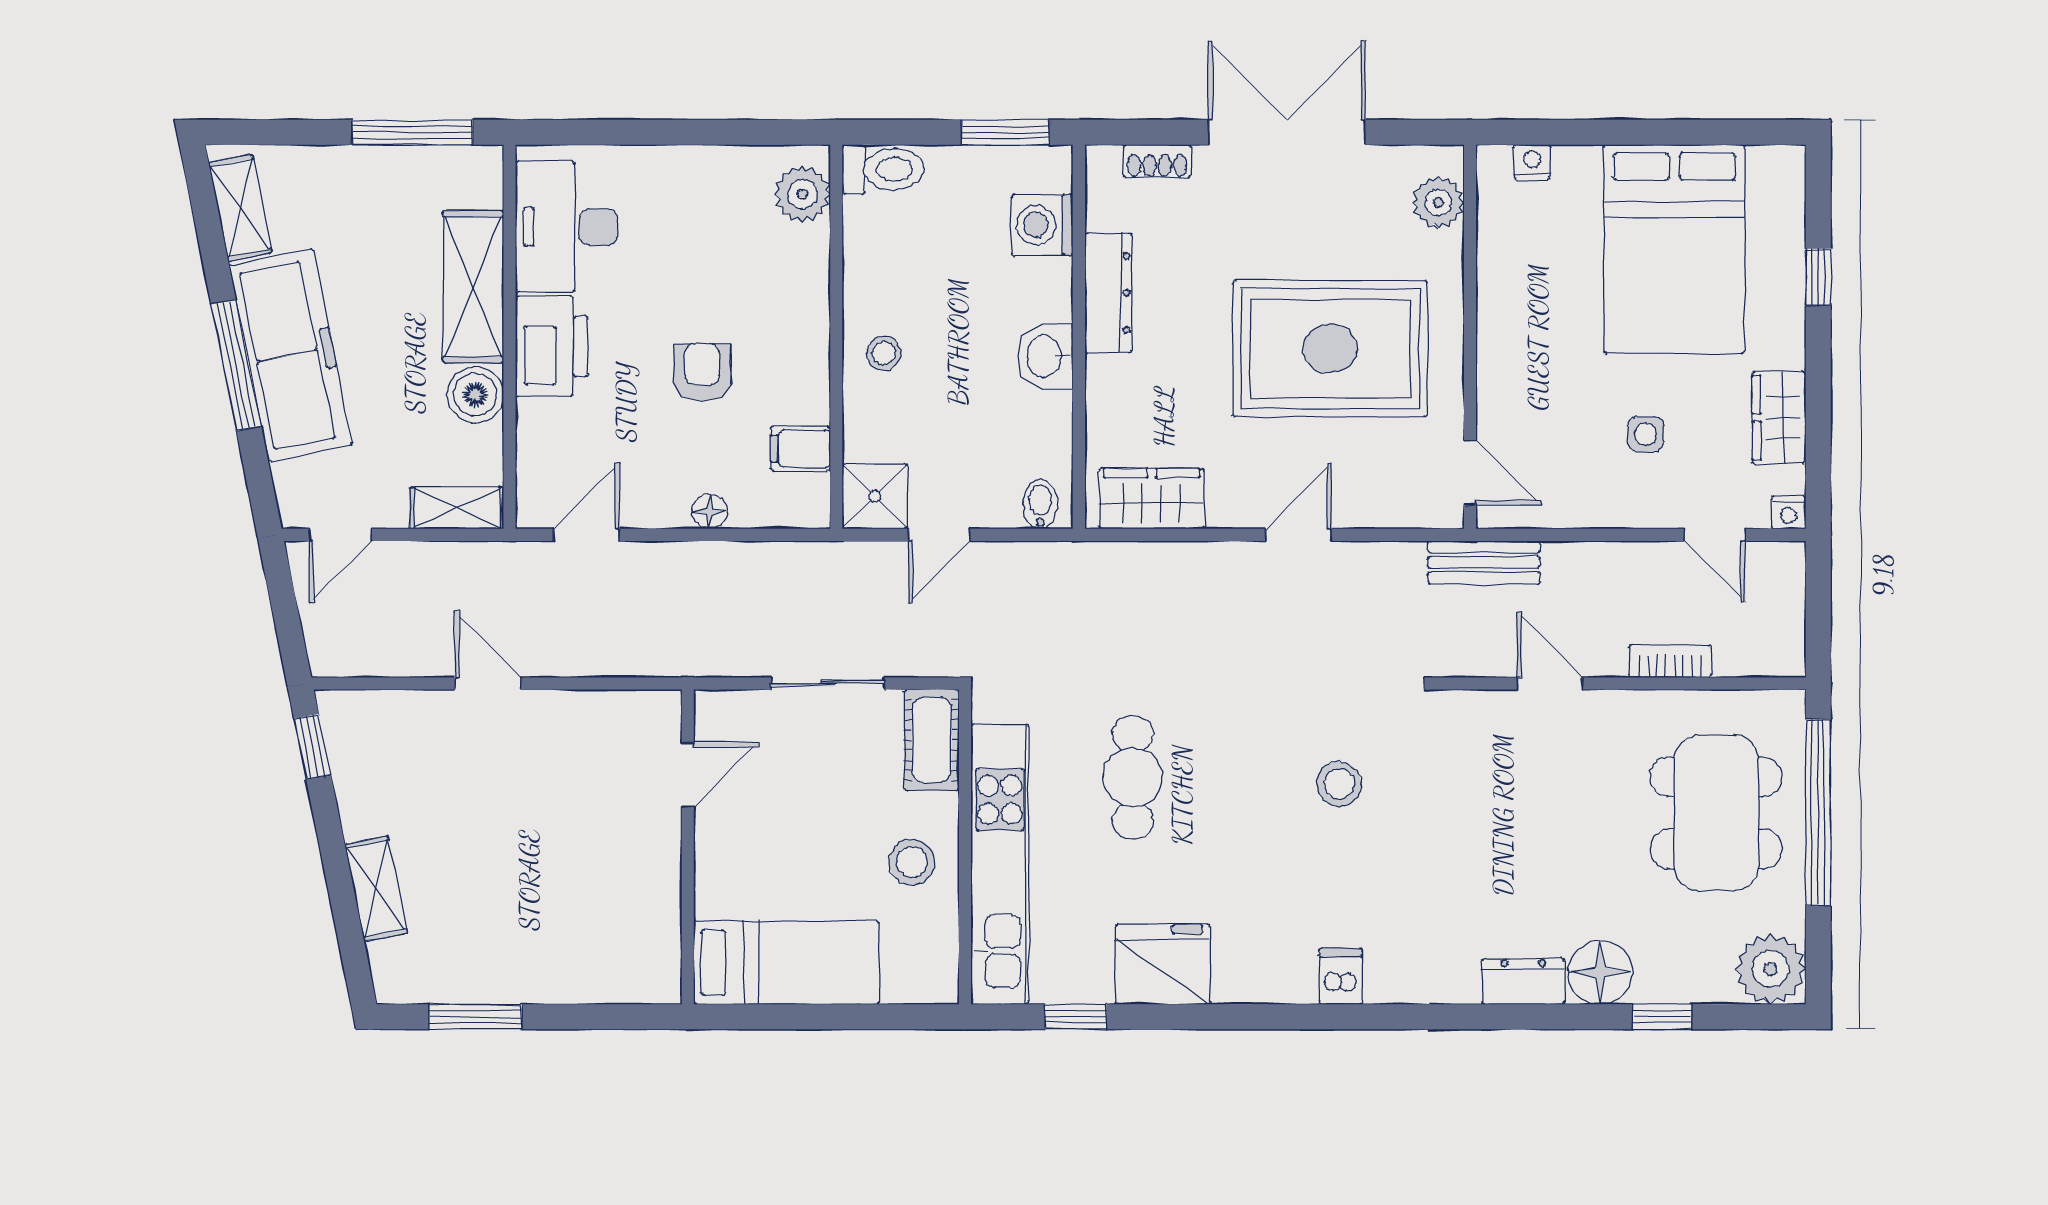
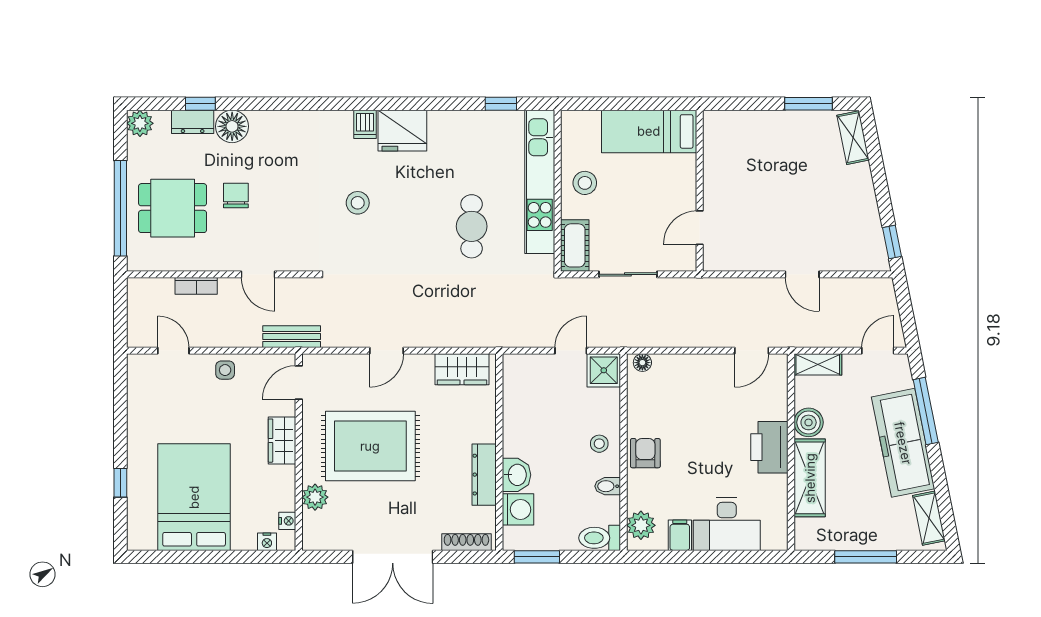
window: (413, 132) -> (866, 557), moved
shoe rack: (1157, 161) -> (466, 542), width x1.43
plant: (1438, 202) -> (315, 497), moved
desk: (567, 227) -> (727, 524), moved, turned 90
washbasin: (1045, 356) -> (516, 475), moved
window: (236, 365) -> (926, 411), moved
armchair: (702, 372) -> (645, 453), moved, turned 180
wardrobe: (1779, 418) -> (282, 441), moved, turned 180
side table: (1646, 434) -> (225, 370), moved
filing cabinet: (800, 449) -> (680, 535), moved, turned -90
door: (1470, 473) -> (299, 382), hinge flipped
bidet: (1040, 504) -> (608, 486), moved, turned 90
floor lamp: (710, 511) -> (642, 363), moved
nightstand: (1789, 513) -> (287, 521), moved, turned 90
stool: (1339, 784) -> (358, 203), moved
dining table: (1716, 813) -> (173, 208), width x0.73
chair: (1593, 837) -> (236, 196), added
shelving: (376, 889) -> (853, 138), moved
fridge: (1163, 964) -> (402, 131), moved
plant: (1770, 969) -> (140, 123), width x0.73, depth x0.73
dresser: (1523, 981) -> (193, 122), moved

